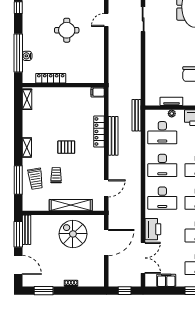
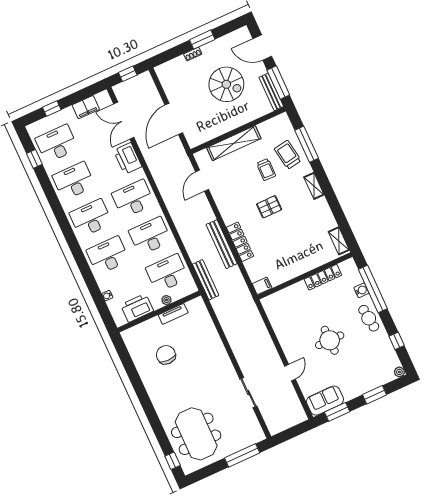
cafe table: (31, 33) -> (369, 318), added
spiral stairs: (73, 234) -> (226, 84), moved
window: (44, 291) -> (202, 40), moved

